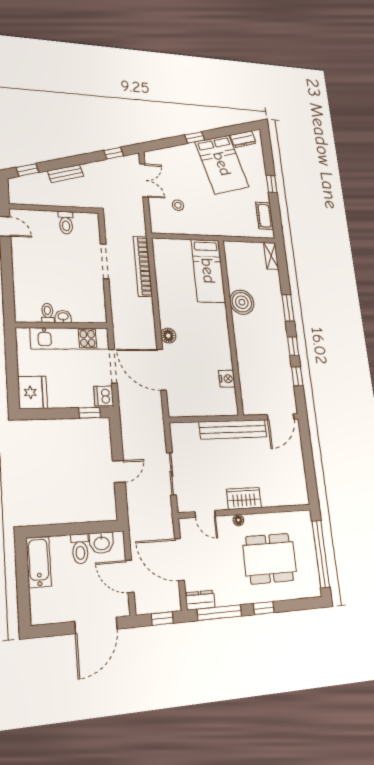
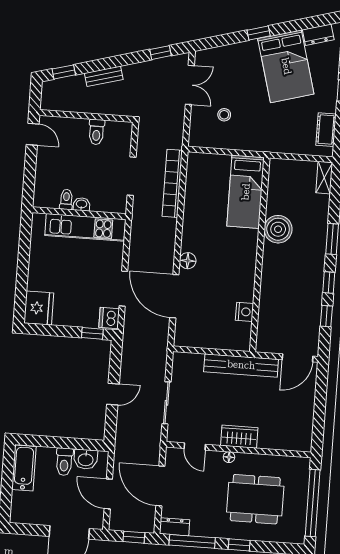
toilet: (48, 313) -> (66, 199), moved
washbasin: (63, 317) -> (82, 204), moved
wall: (62, 325) -> (79, 213), moved
kitchen unit: (70, 338) -> (85, 227), moved

